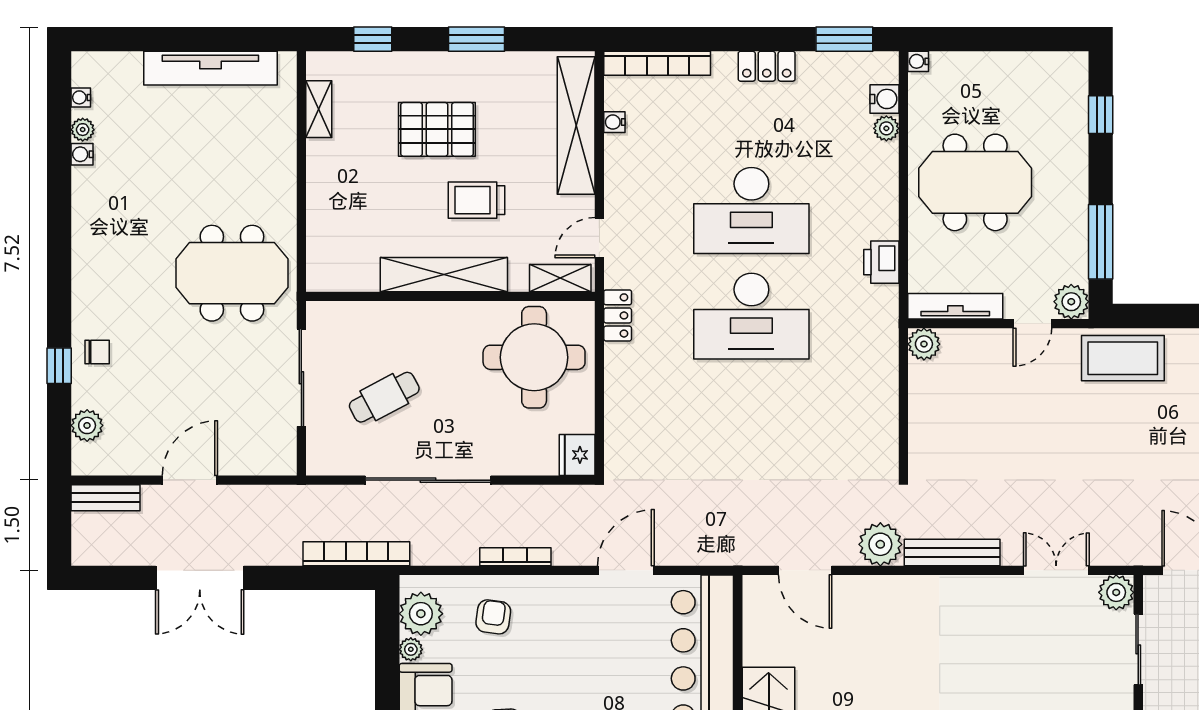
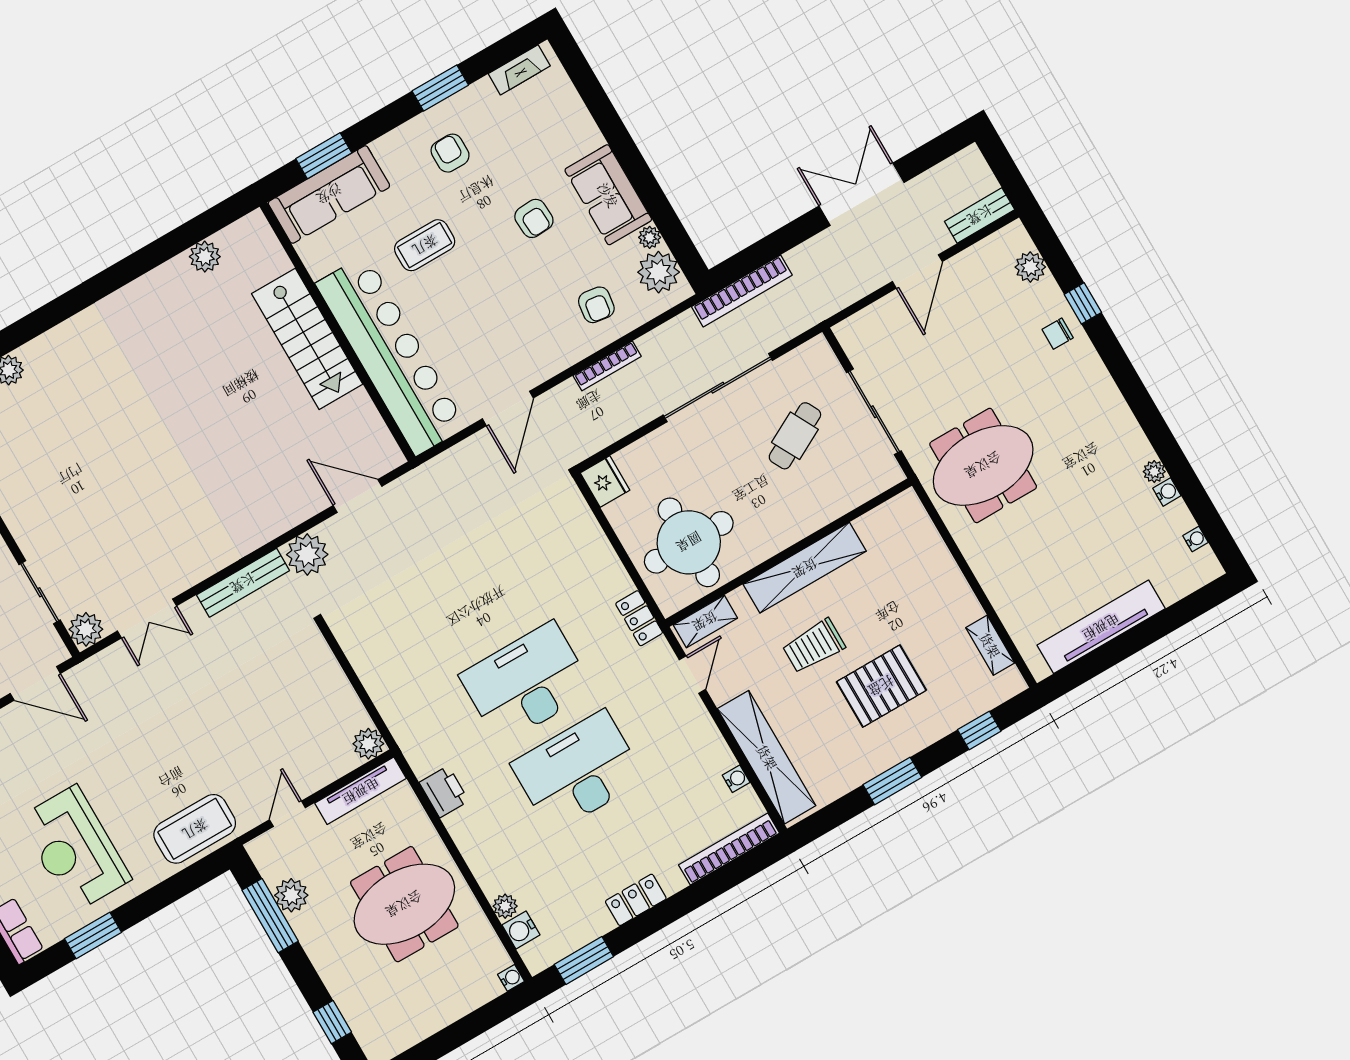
plant: (83, 130) -> (1154, 472), moved
trolley: (476, 200) -> (814, 646), turned 180
plant: (1071, 302) -> (291, 895), moved

